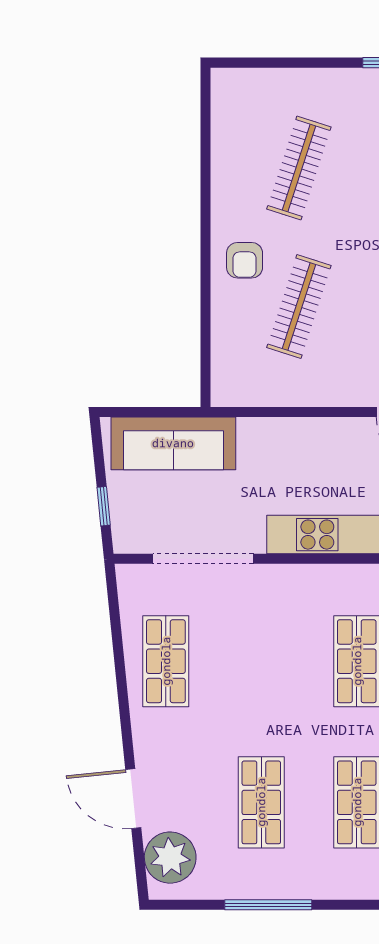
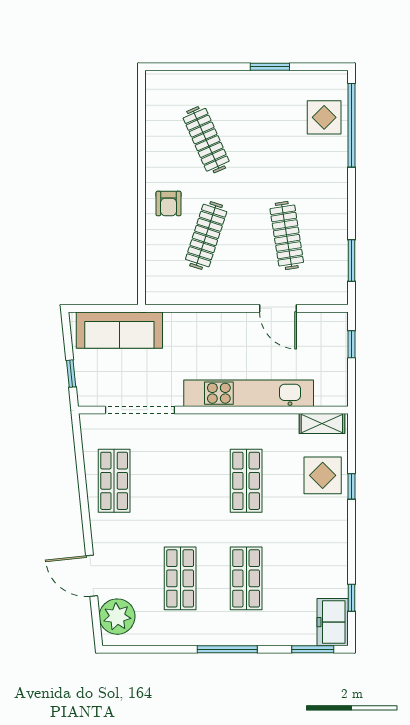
clothes rail: (299, 168) -> (206, 140), turned -42
window: (268, 905) -> (227, 649), moved

